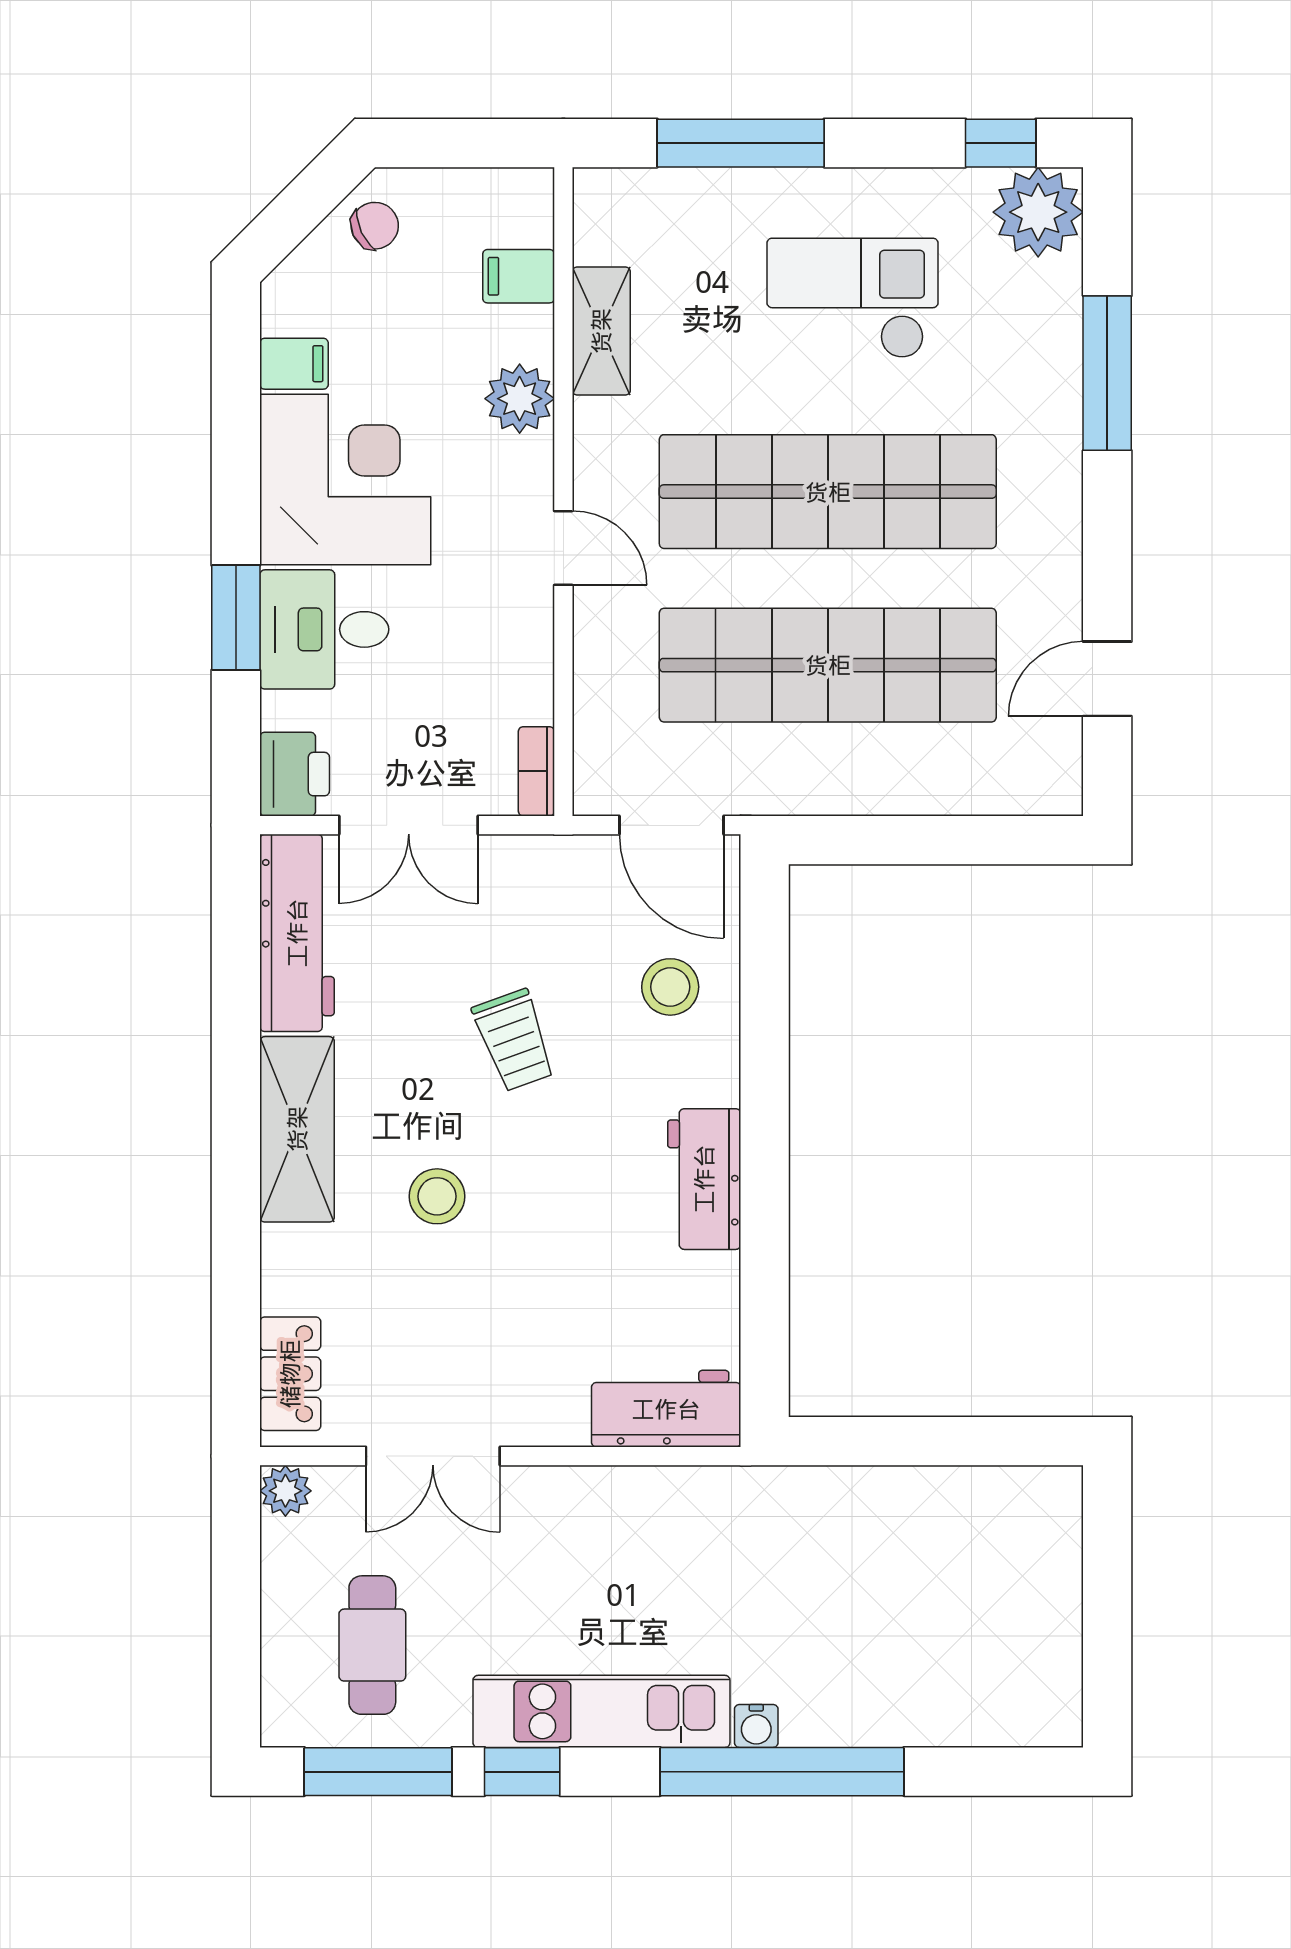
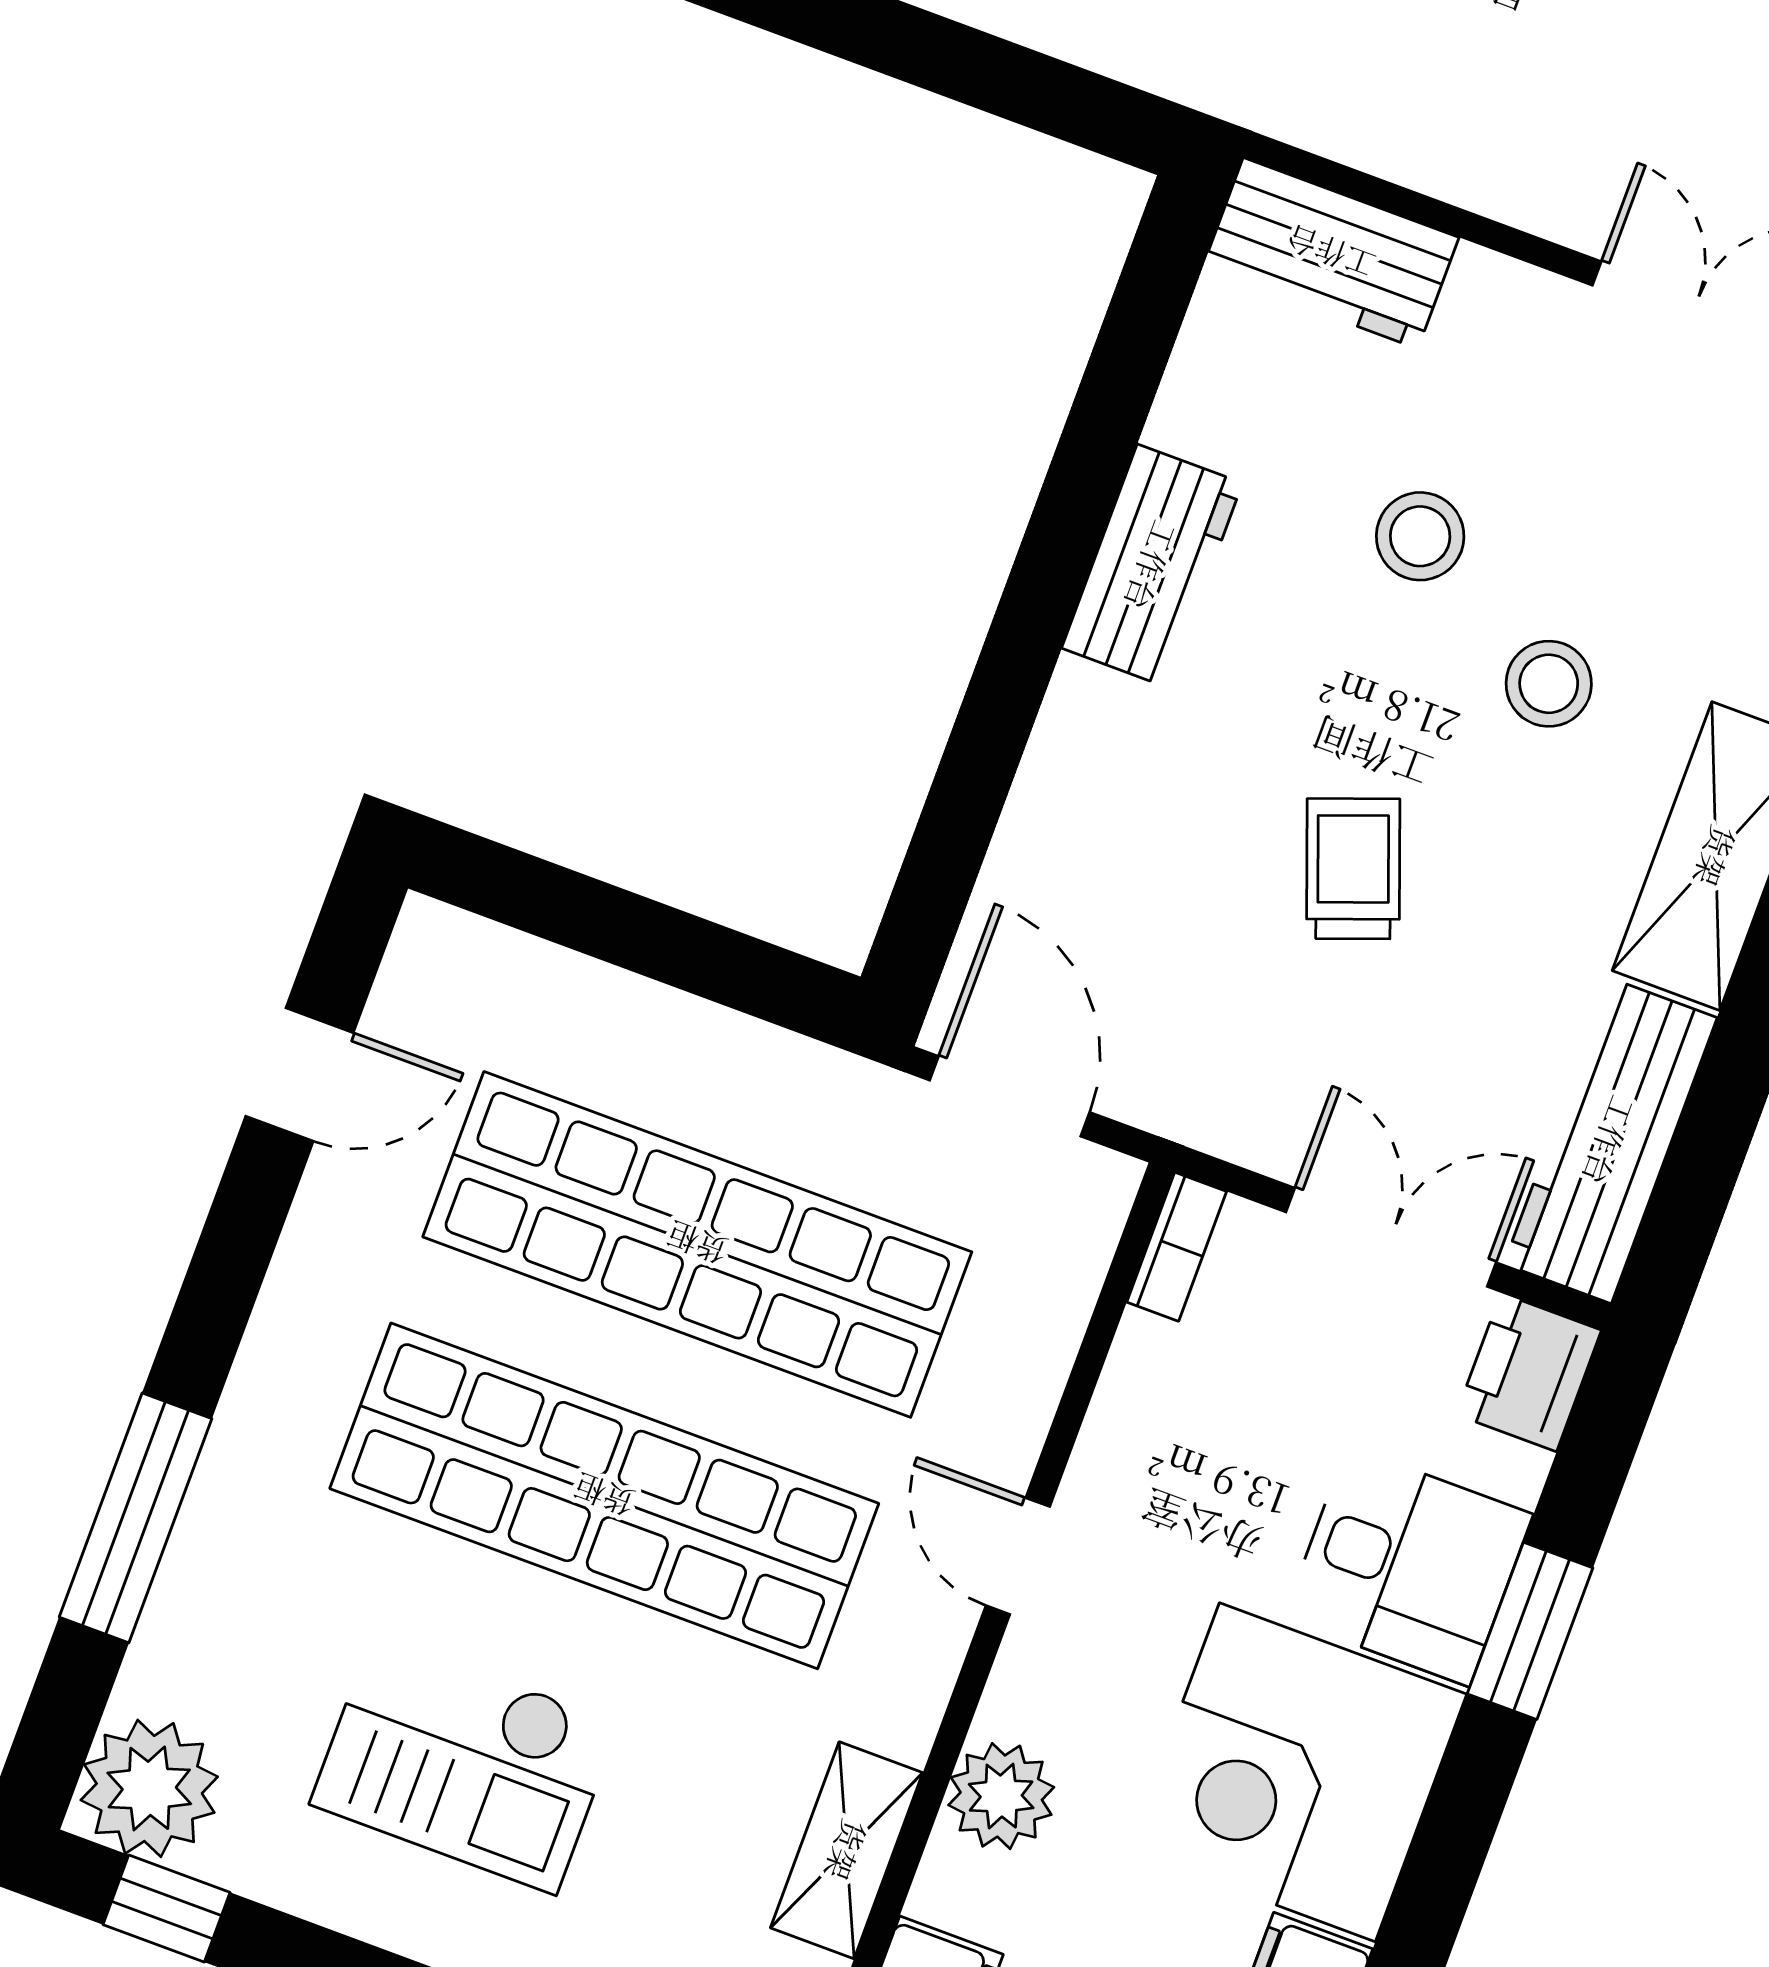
stool: (670, 987) -> (1420, 536), moved

